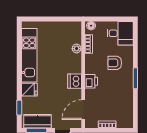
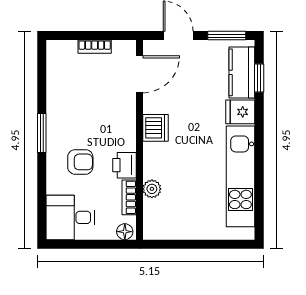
printer: (91, 81) -> (124, 165), moved
kitchen counter: (37, 121) -> (242, 72), moved, turned 90

